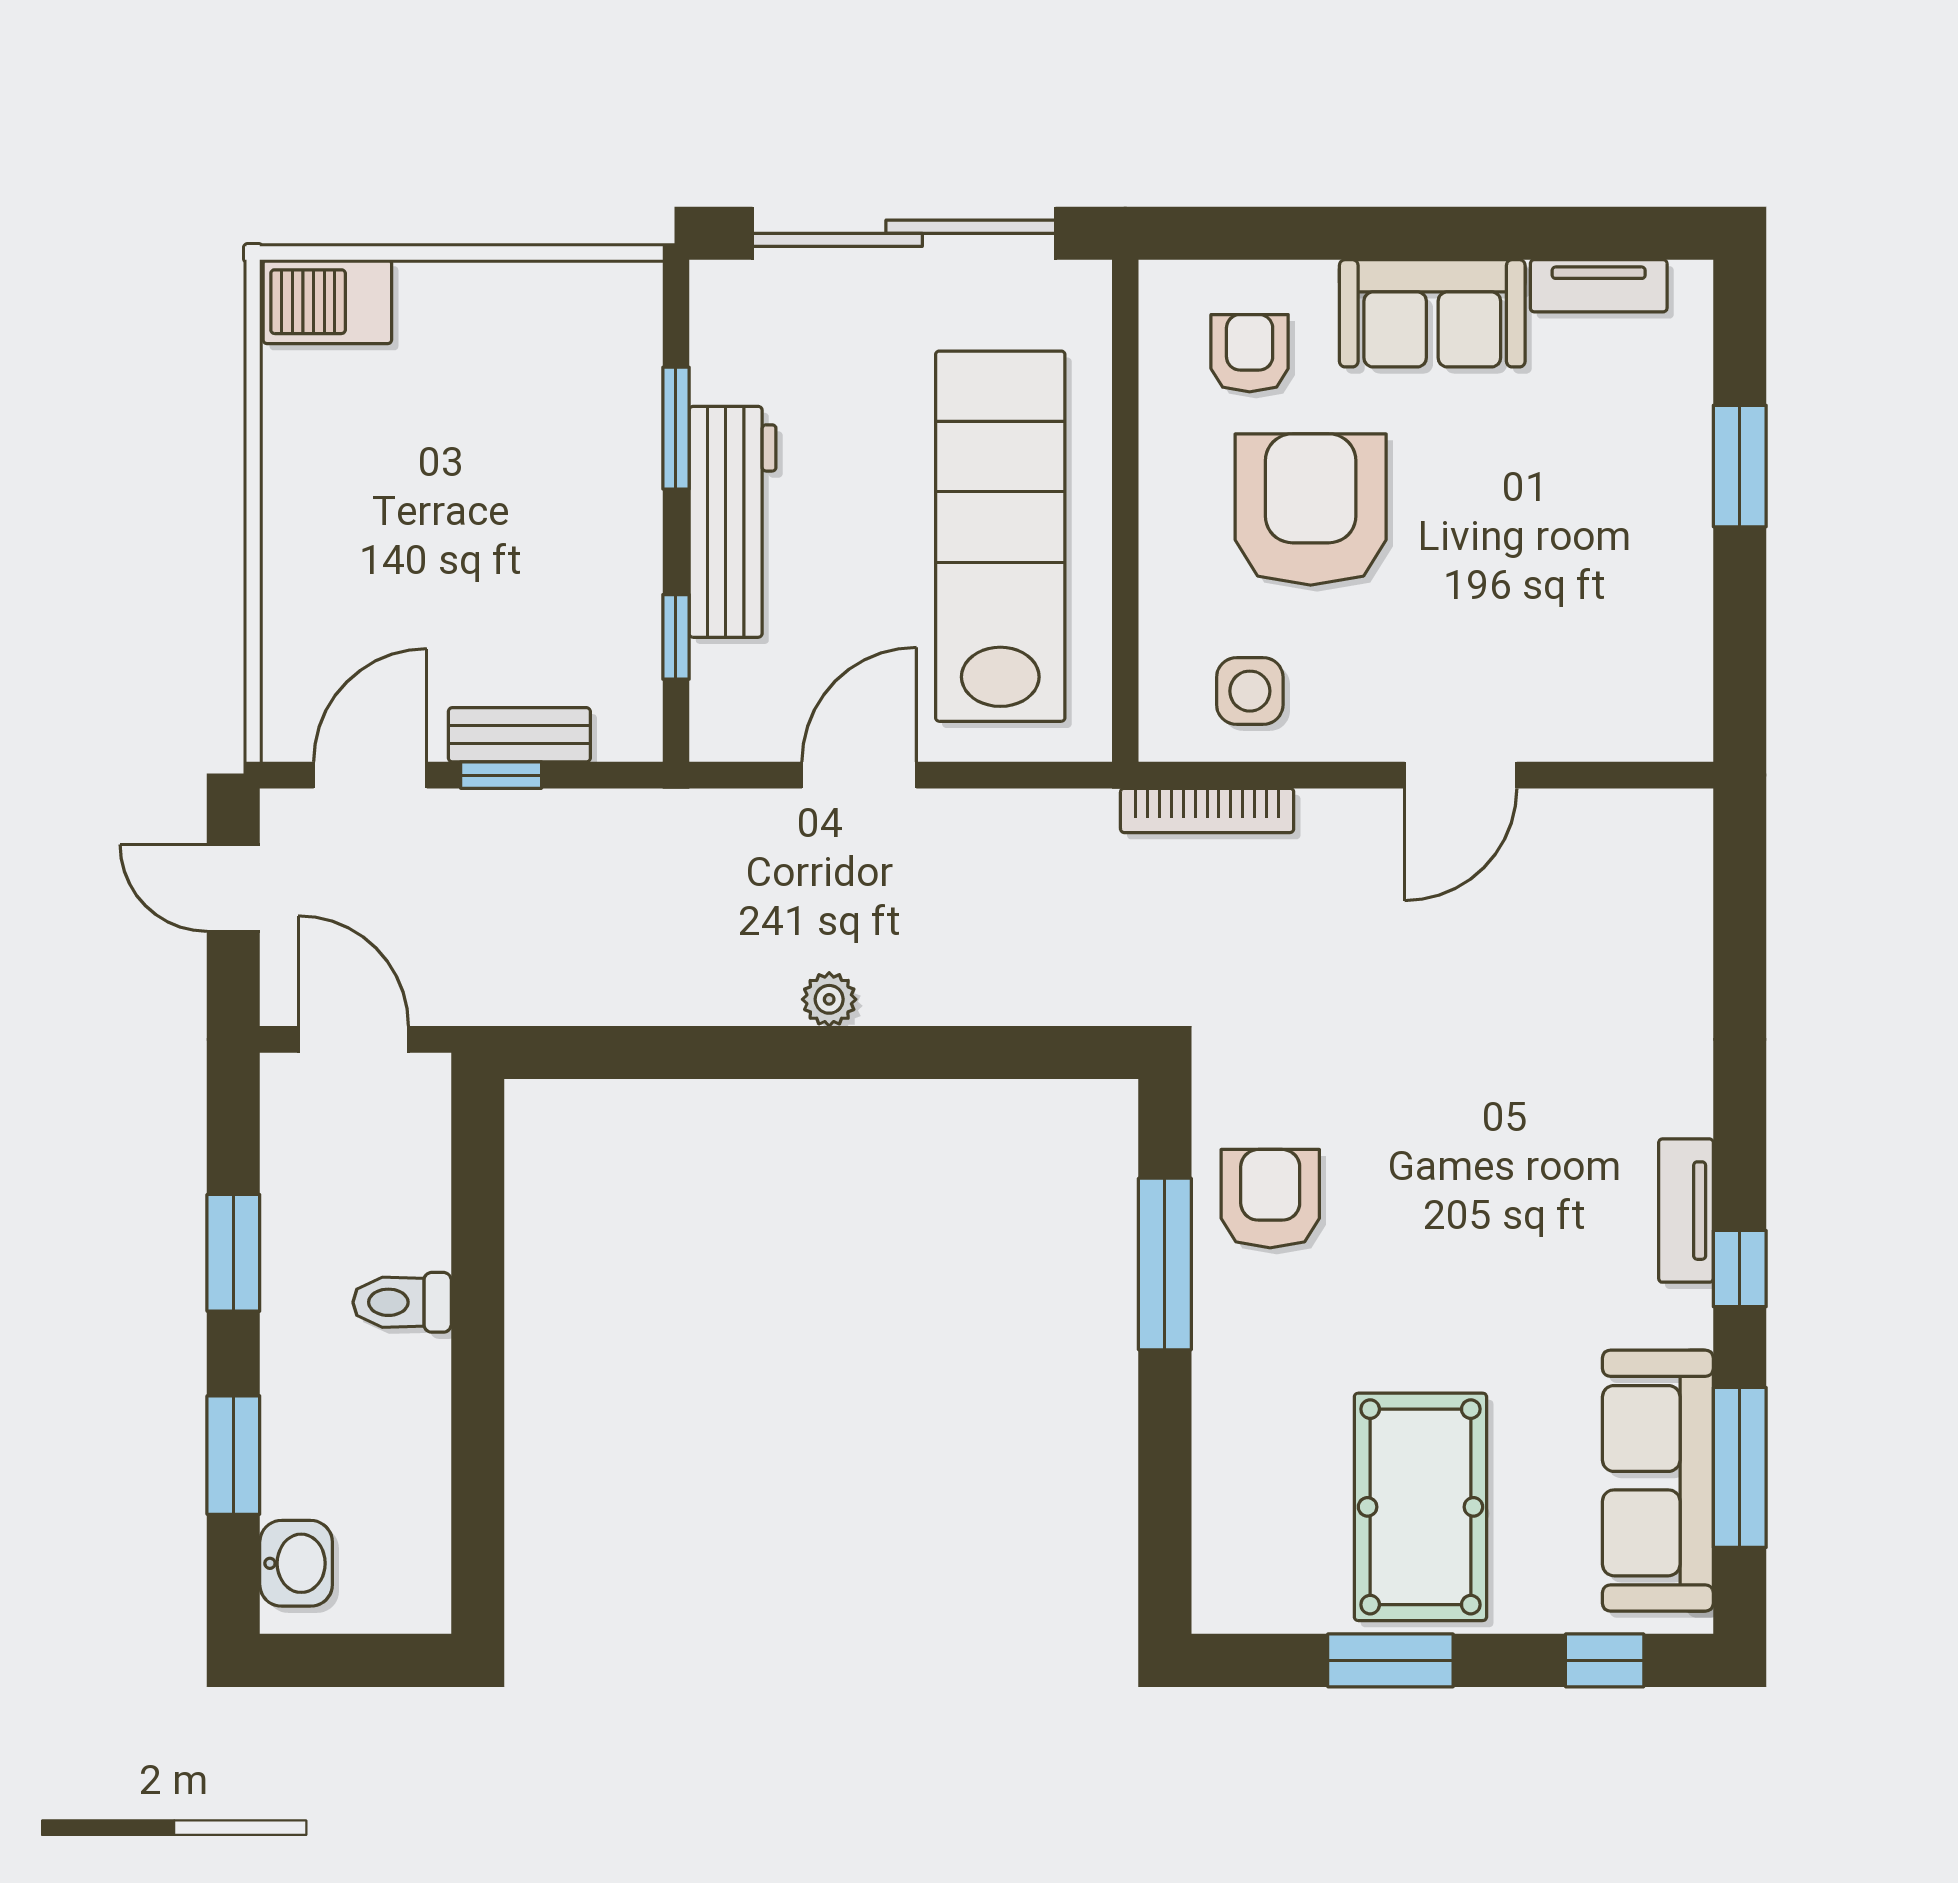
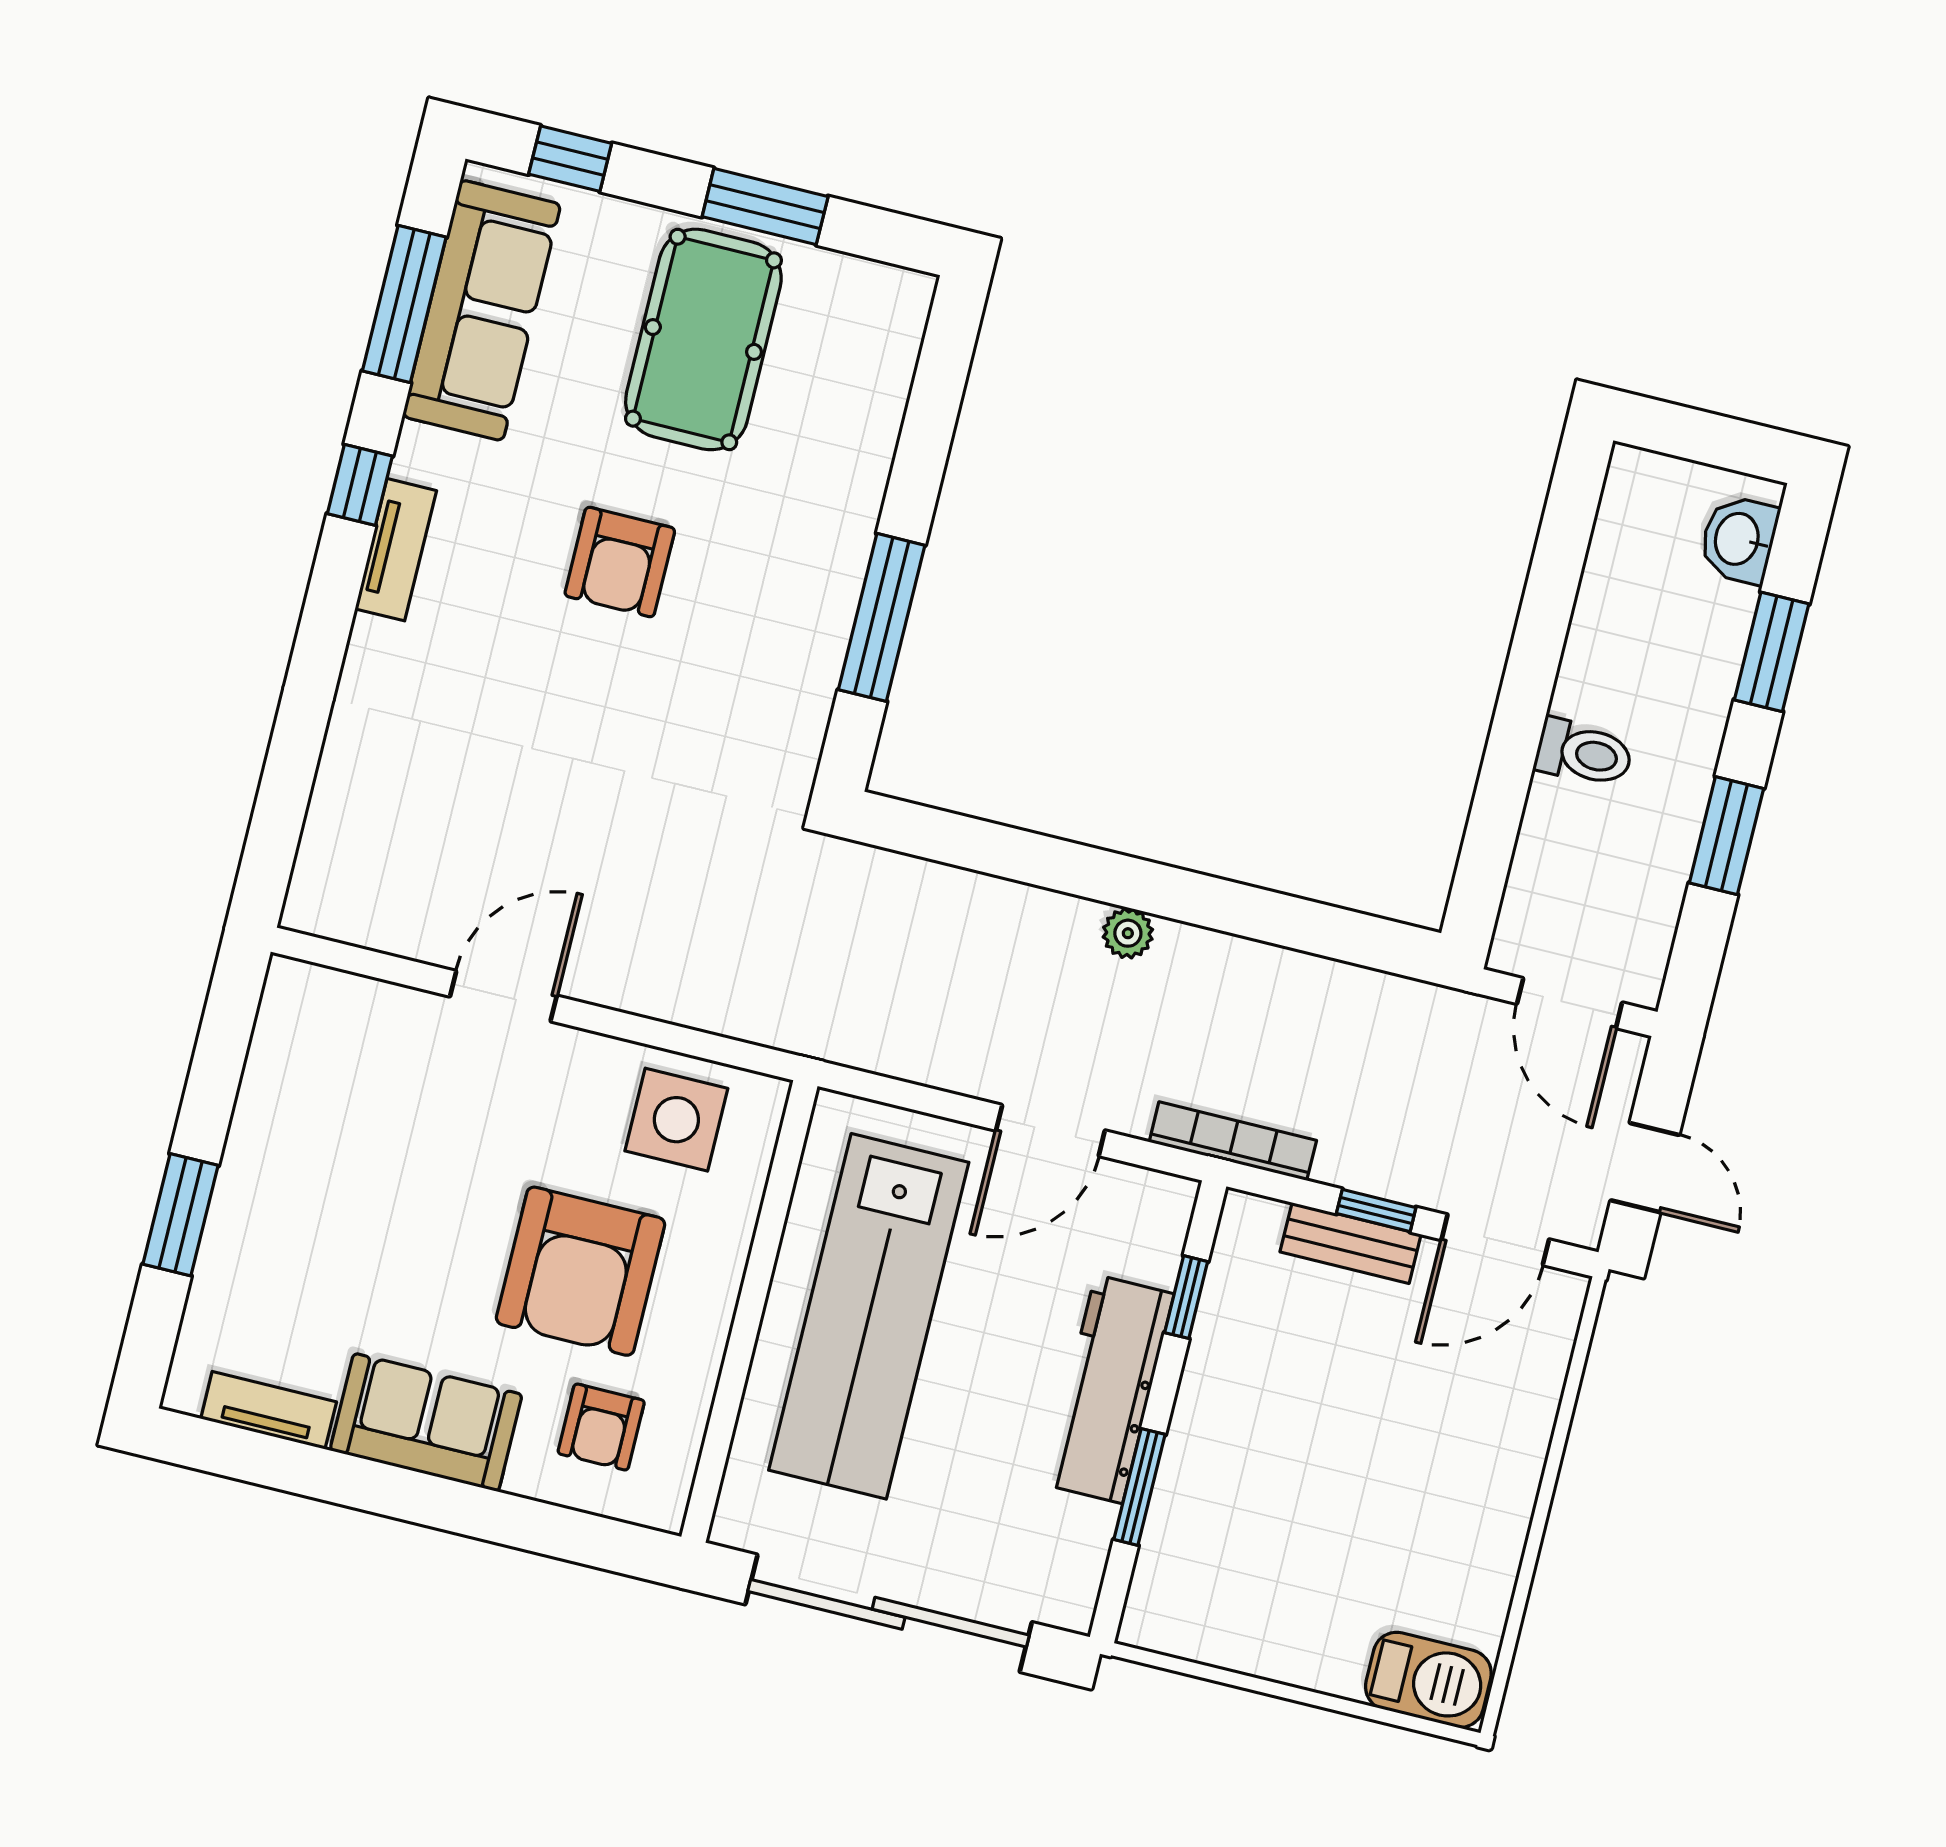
side table: (1250, 691) -> (676, 1120), width x1.37, depth x1.37
bookcase: (1207, 810) -> (1233, 1141), moved
armchair: (1270, 1199) -> (620, 562), moved

